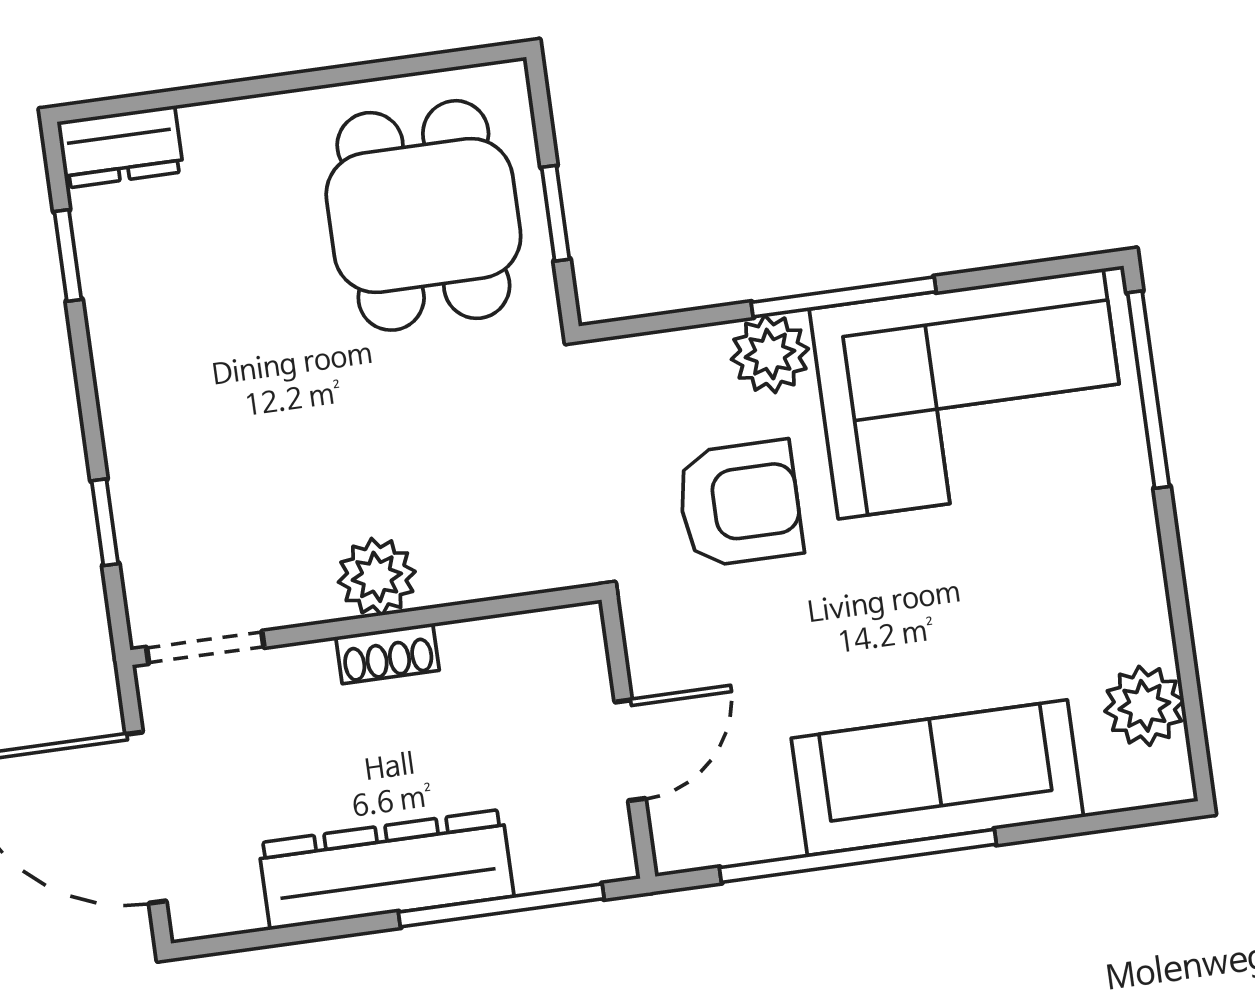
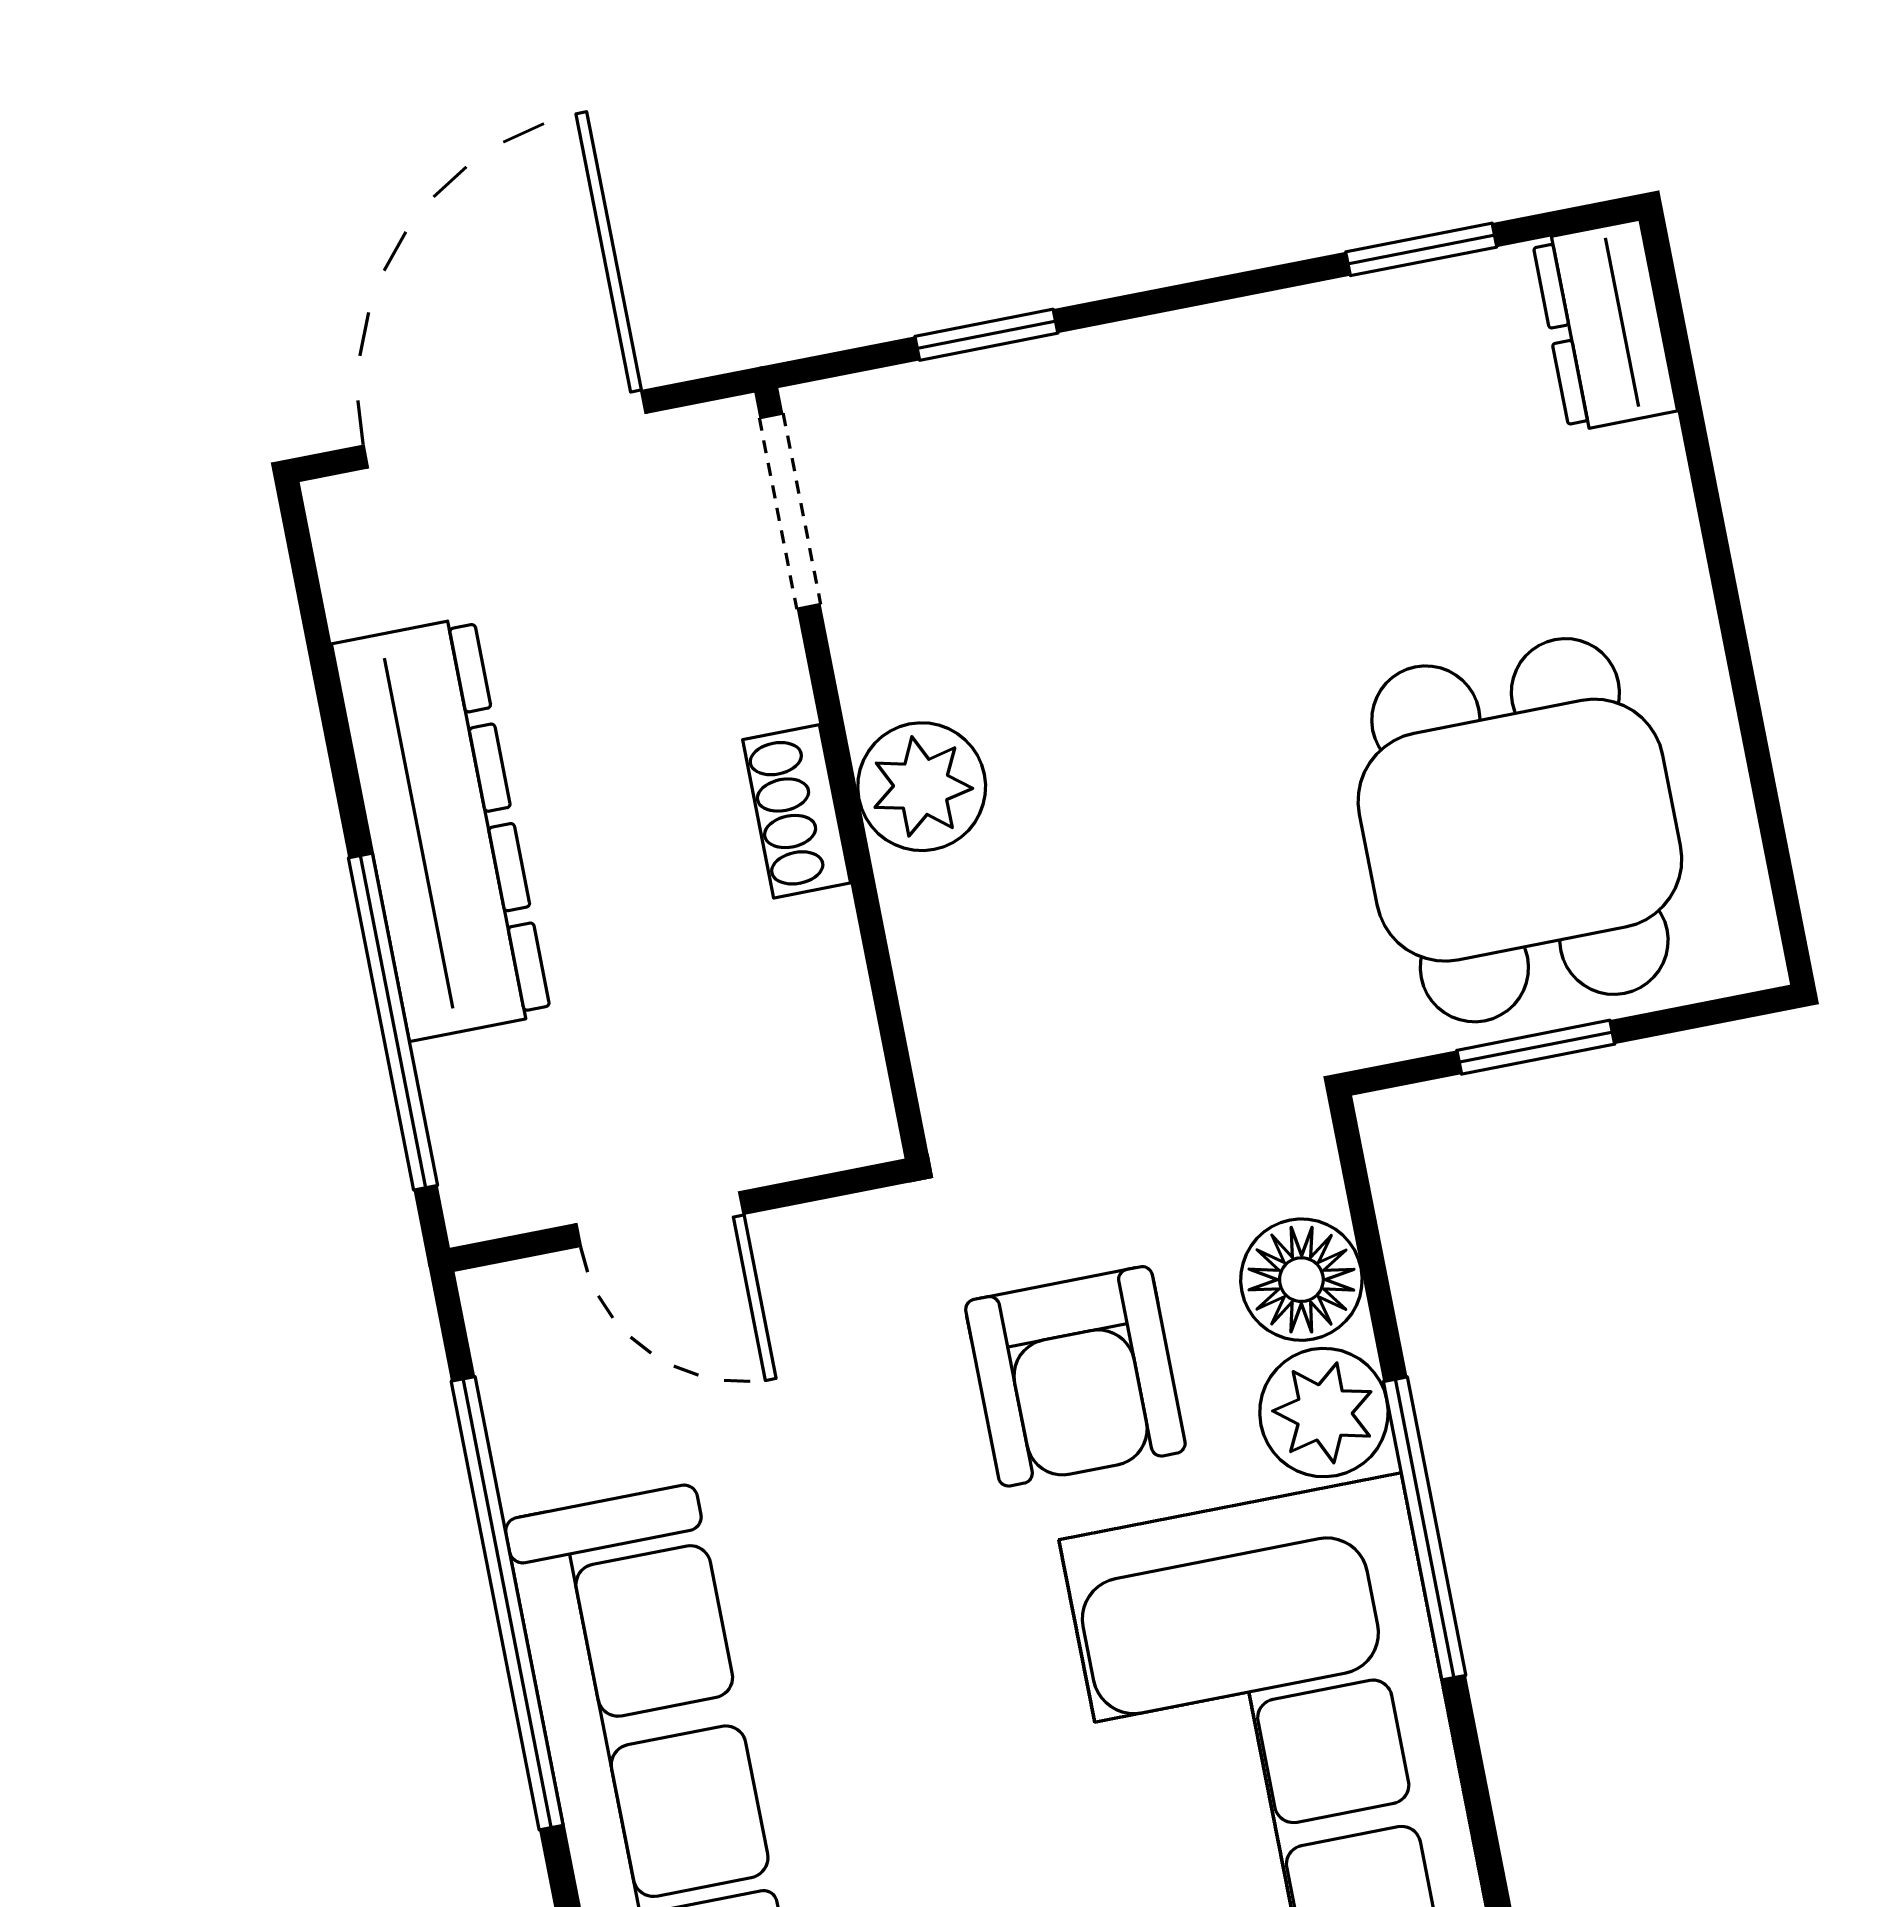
dining table: (423, 215) -> (1520, 830), turned 90
floor lamp: (689, 363) -> (1301, 1280), added

